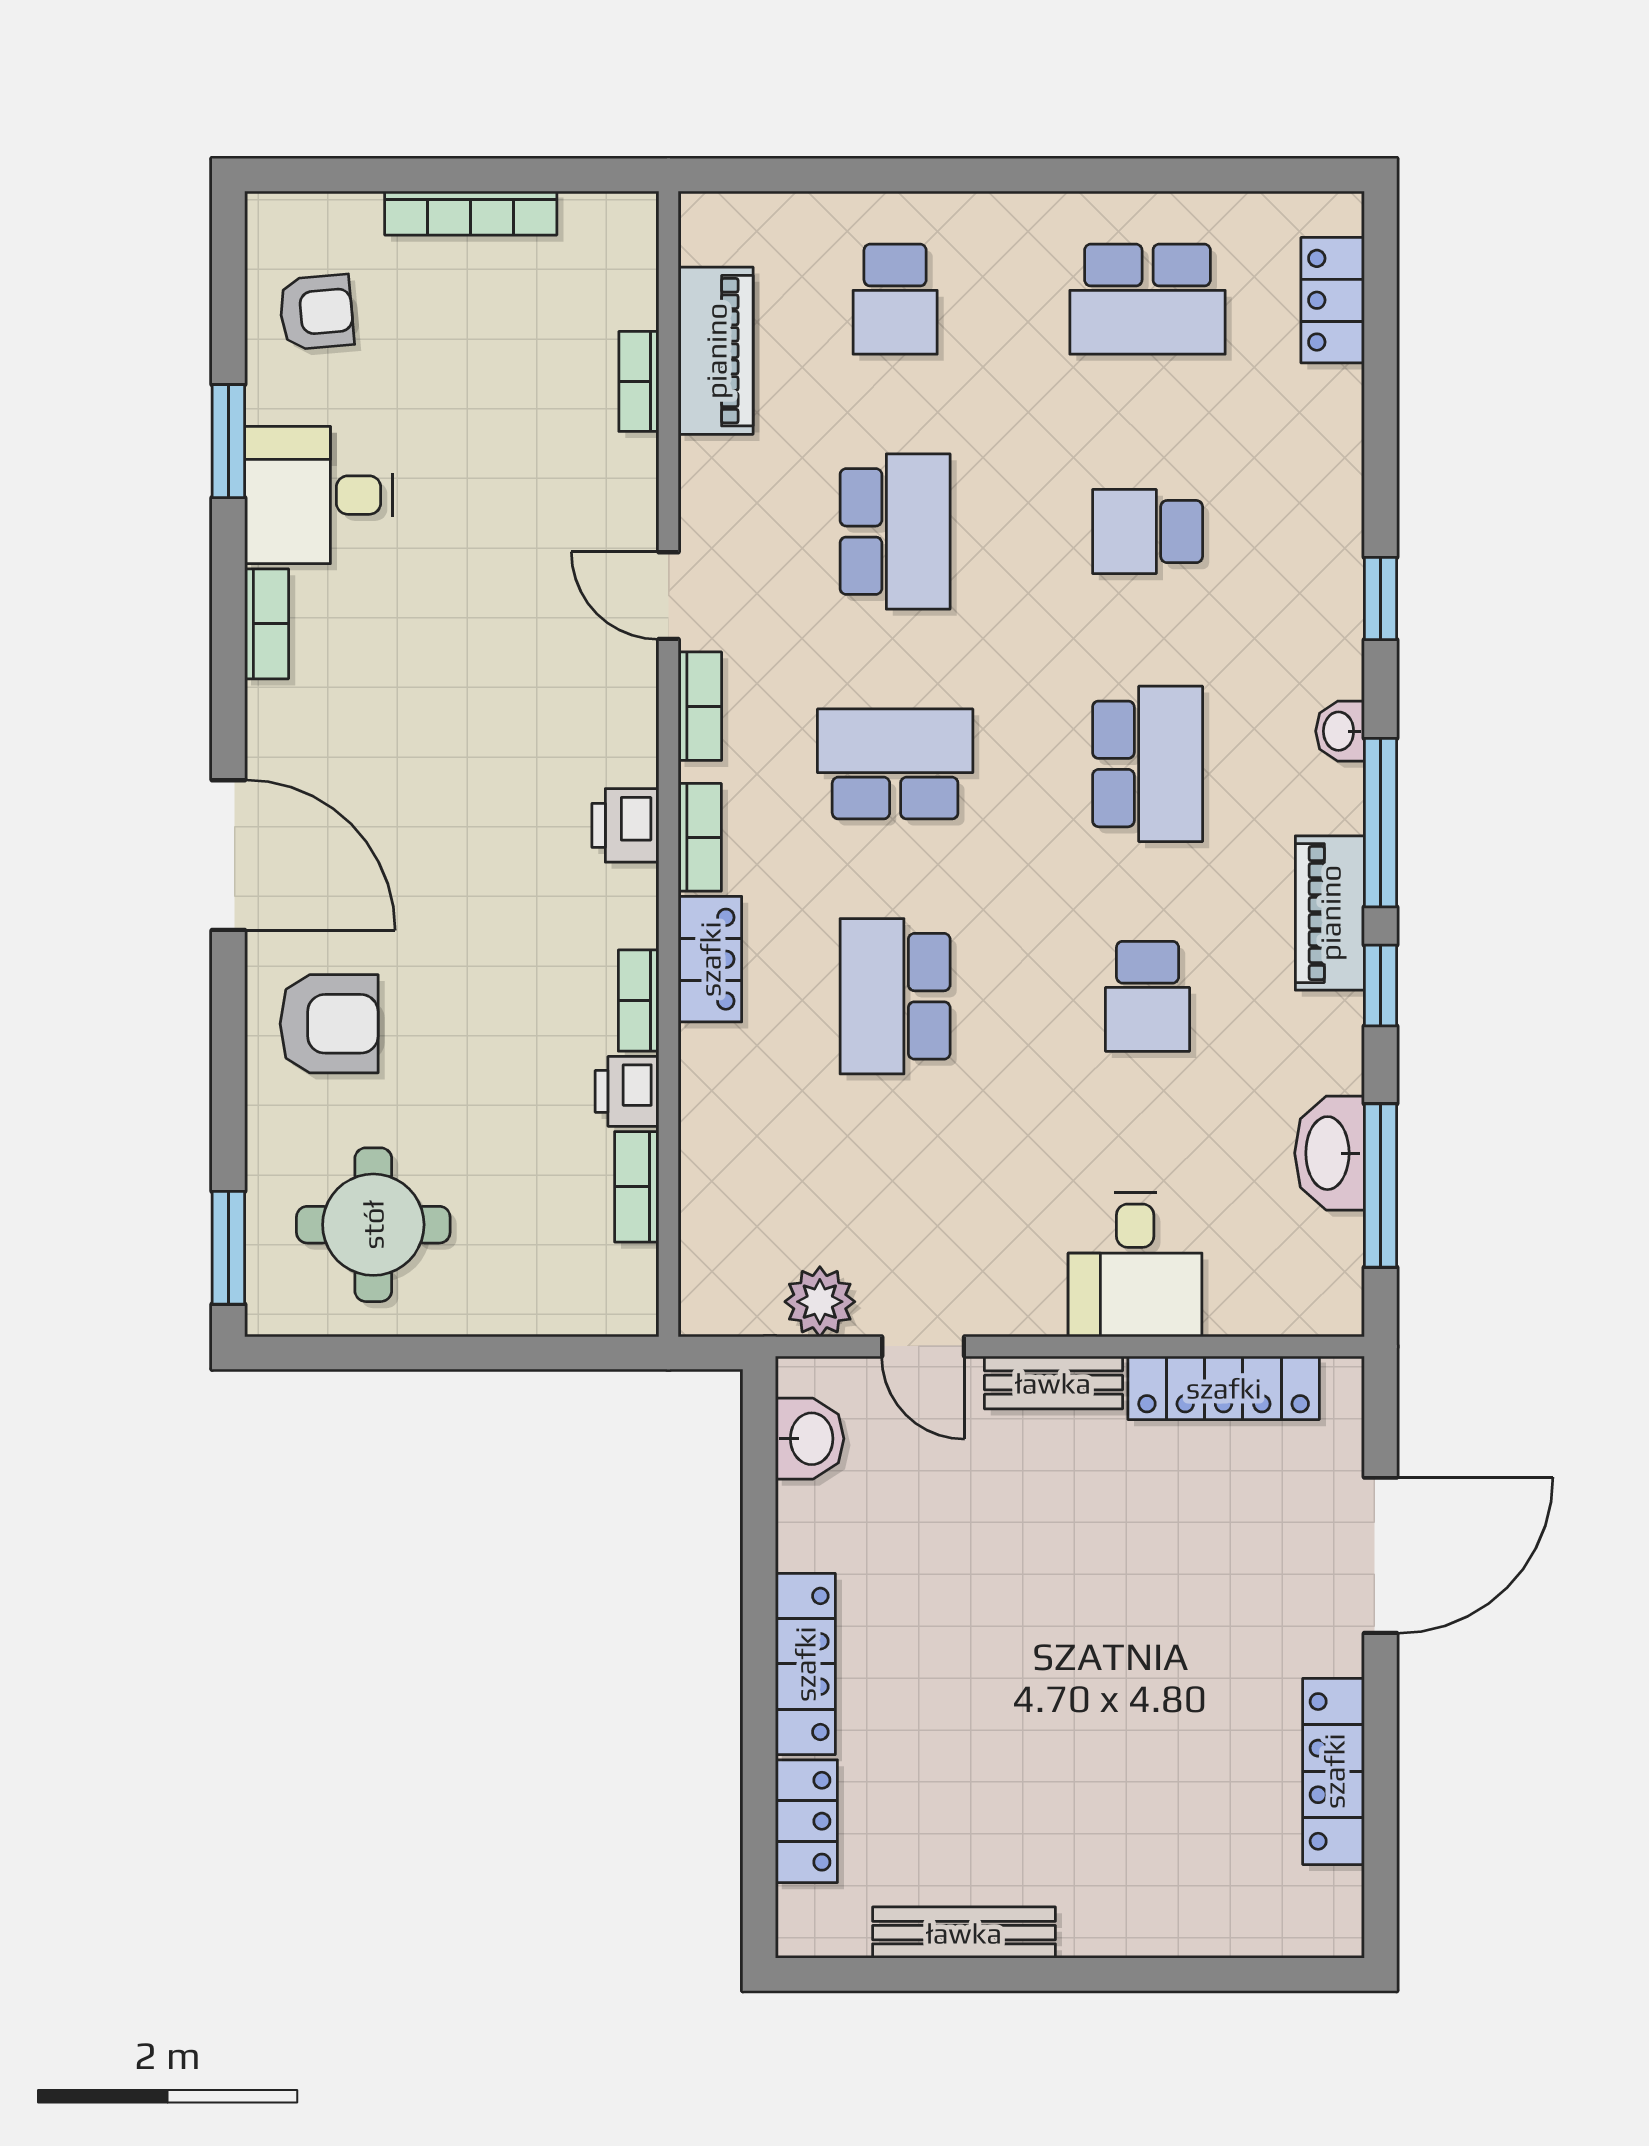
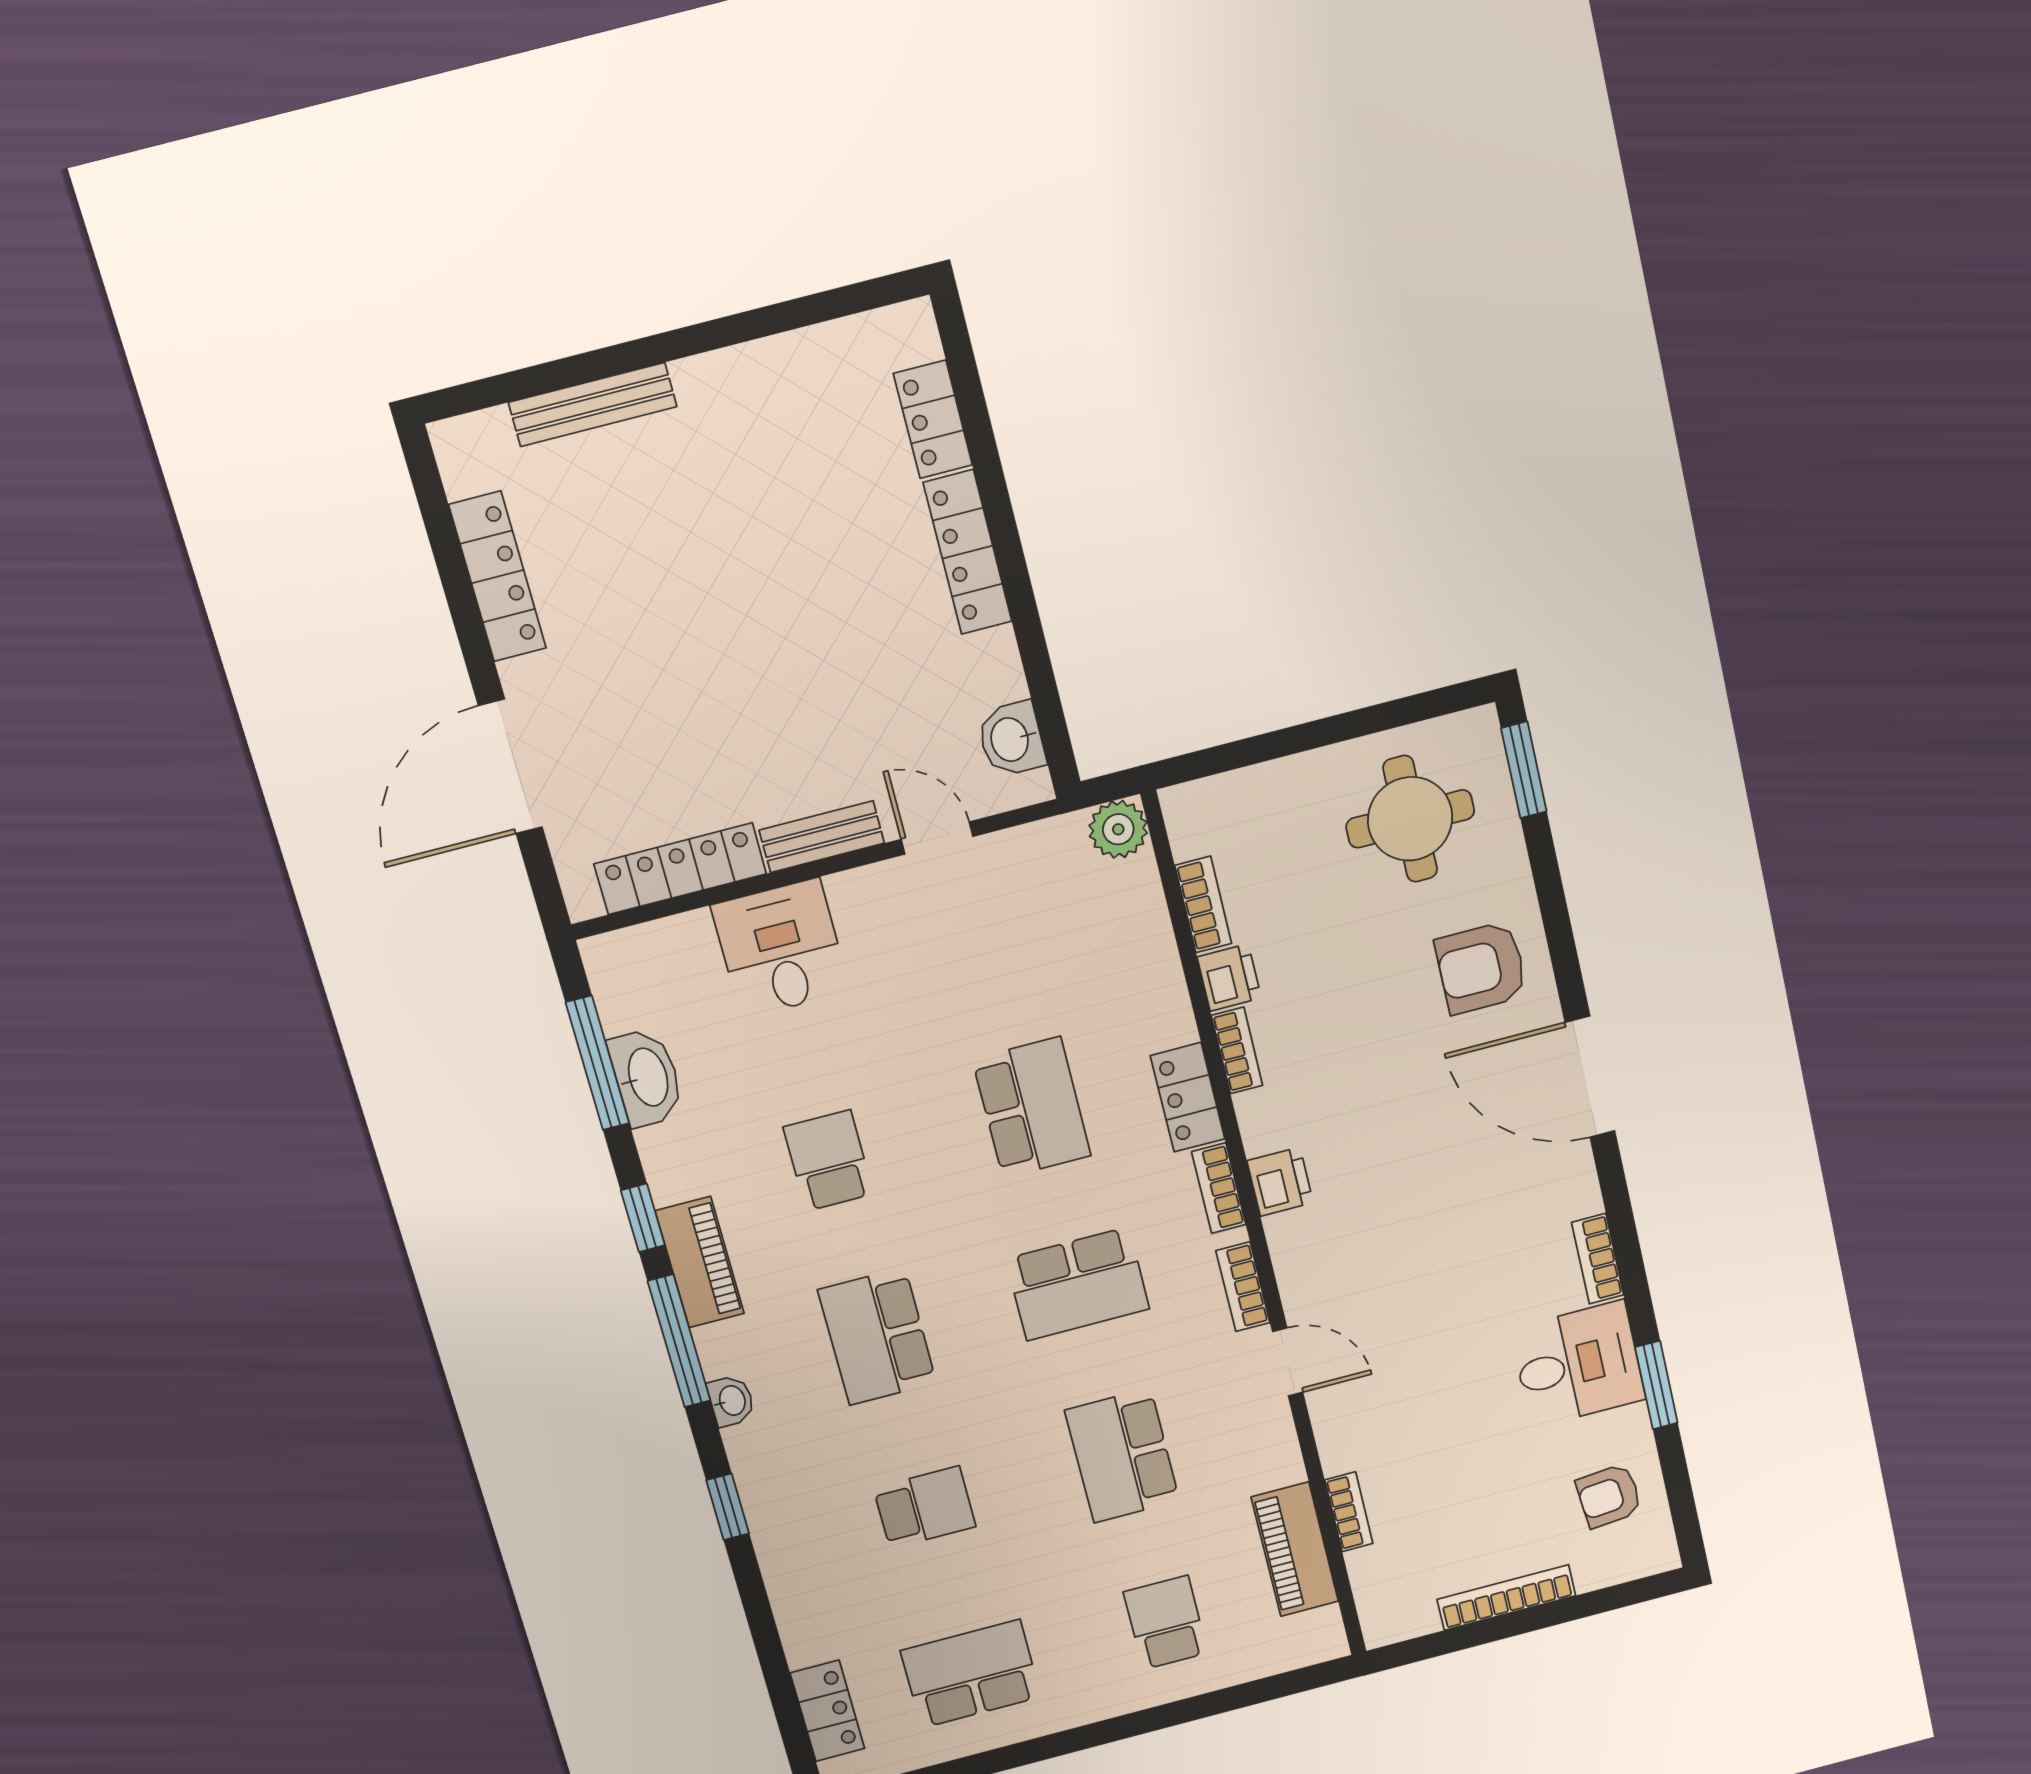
plant: (820, 1302) -> (1118, 829), moved
bench: (964, 1933) -> (593, 404), moved

